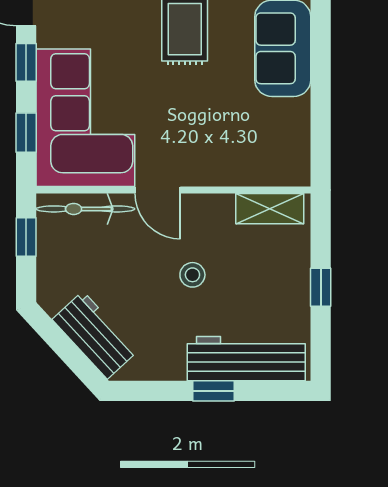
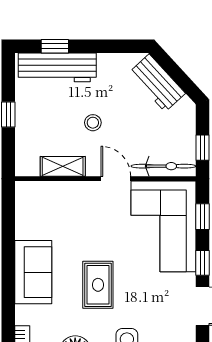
shelving: (270, 209) -> (63, 166), moved
window: (213, 391) -> (55, 46), moved

